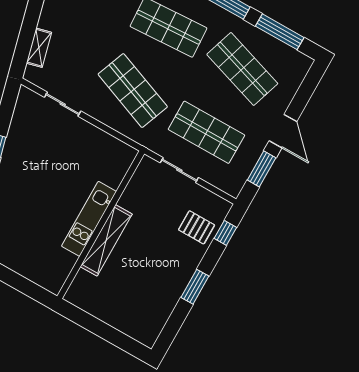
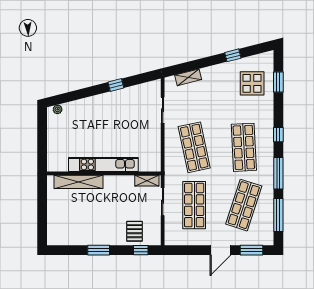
shop shelf: (133, 91) -> (194, 147), turned -33
window: (262, 169) -> (252, 250), moved
shelving: (141, 175) -> (147, 181), added
kitchen unit: (89, 219) -> (103, 164), width x1.36
shelving: (106, 240) -> (79, 182), moved

